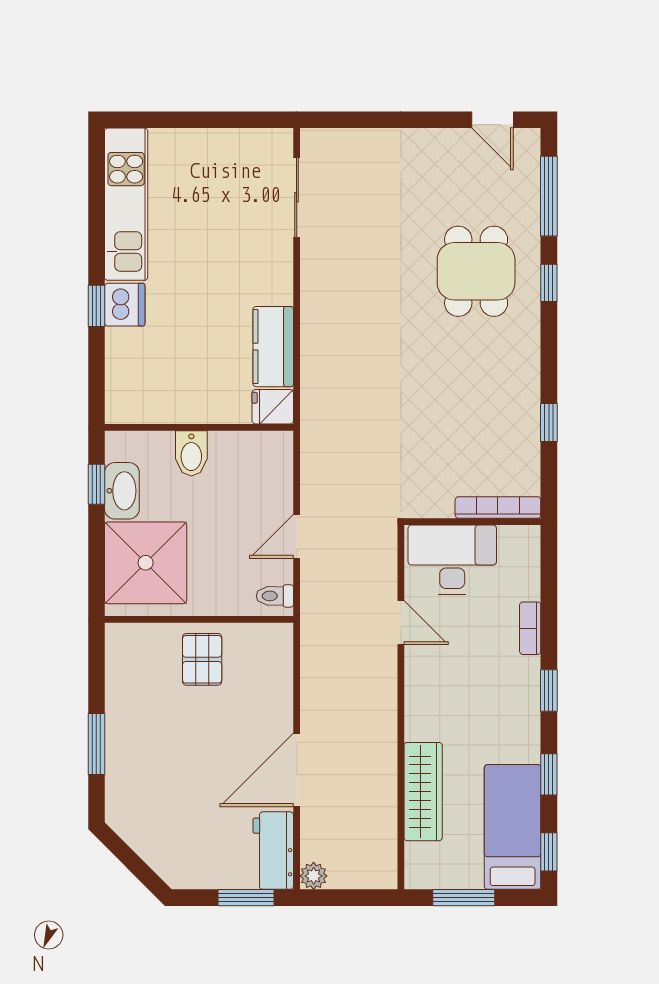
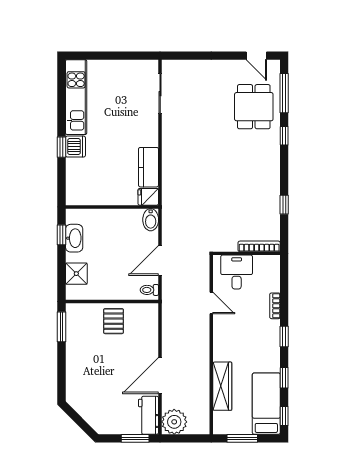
dining table: (476, 271) -> (254, 107), moved
bidet: (191, 453) -> (151, 220), moved
door: (297, 536) -> (160, 261), width x1.38
desk: (452, 560) -> (237, 272), width x0.73
shower: (146, 563) -> (76, 274), width x0.54, depth x0.54
window: (96, 744) -> (61, 327), moved
plant: (314, 876) -> (174, 422), width x1.88, depth x1.88

